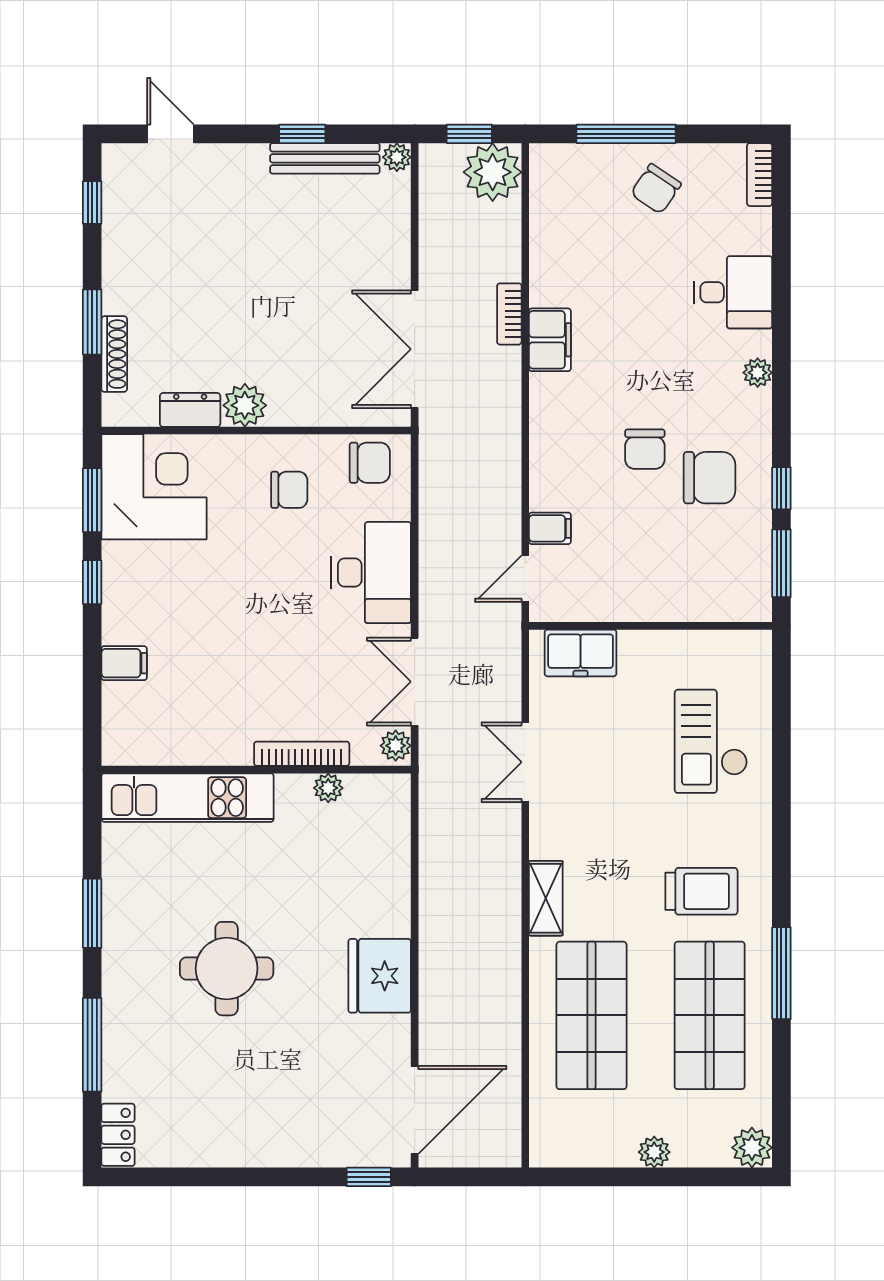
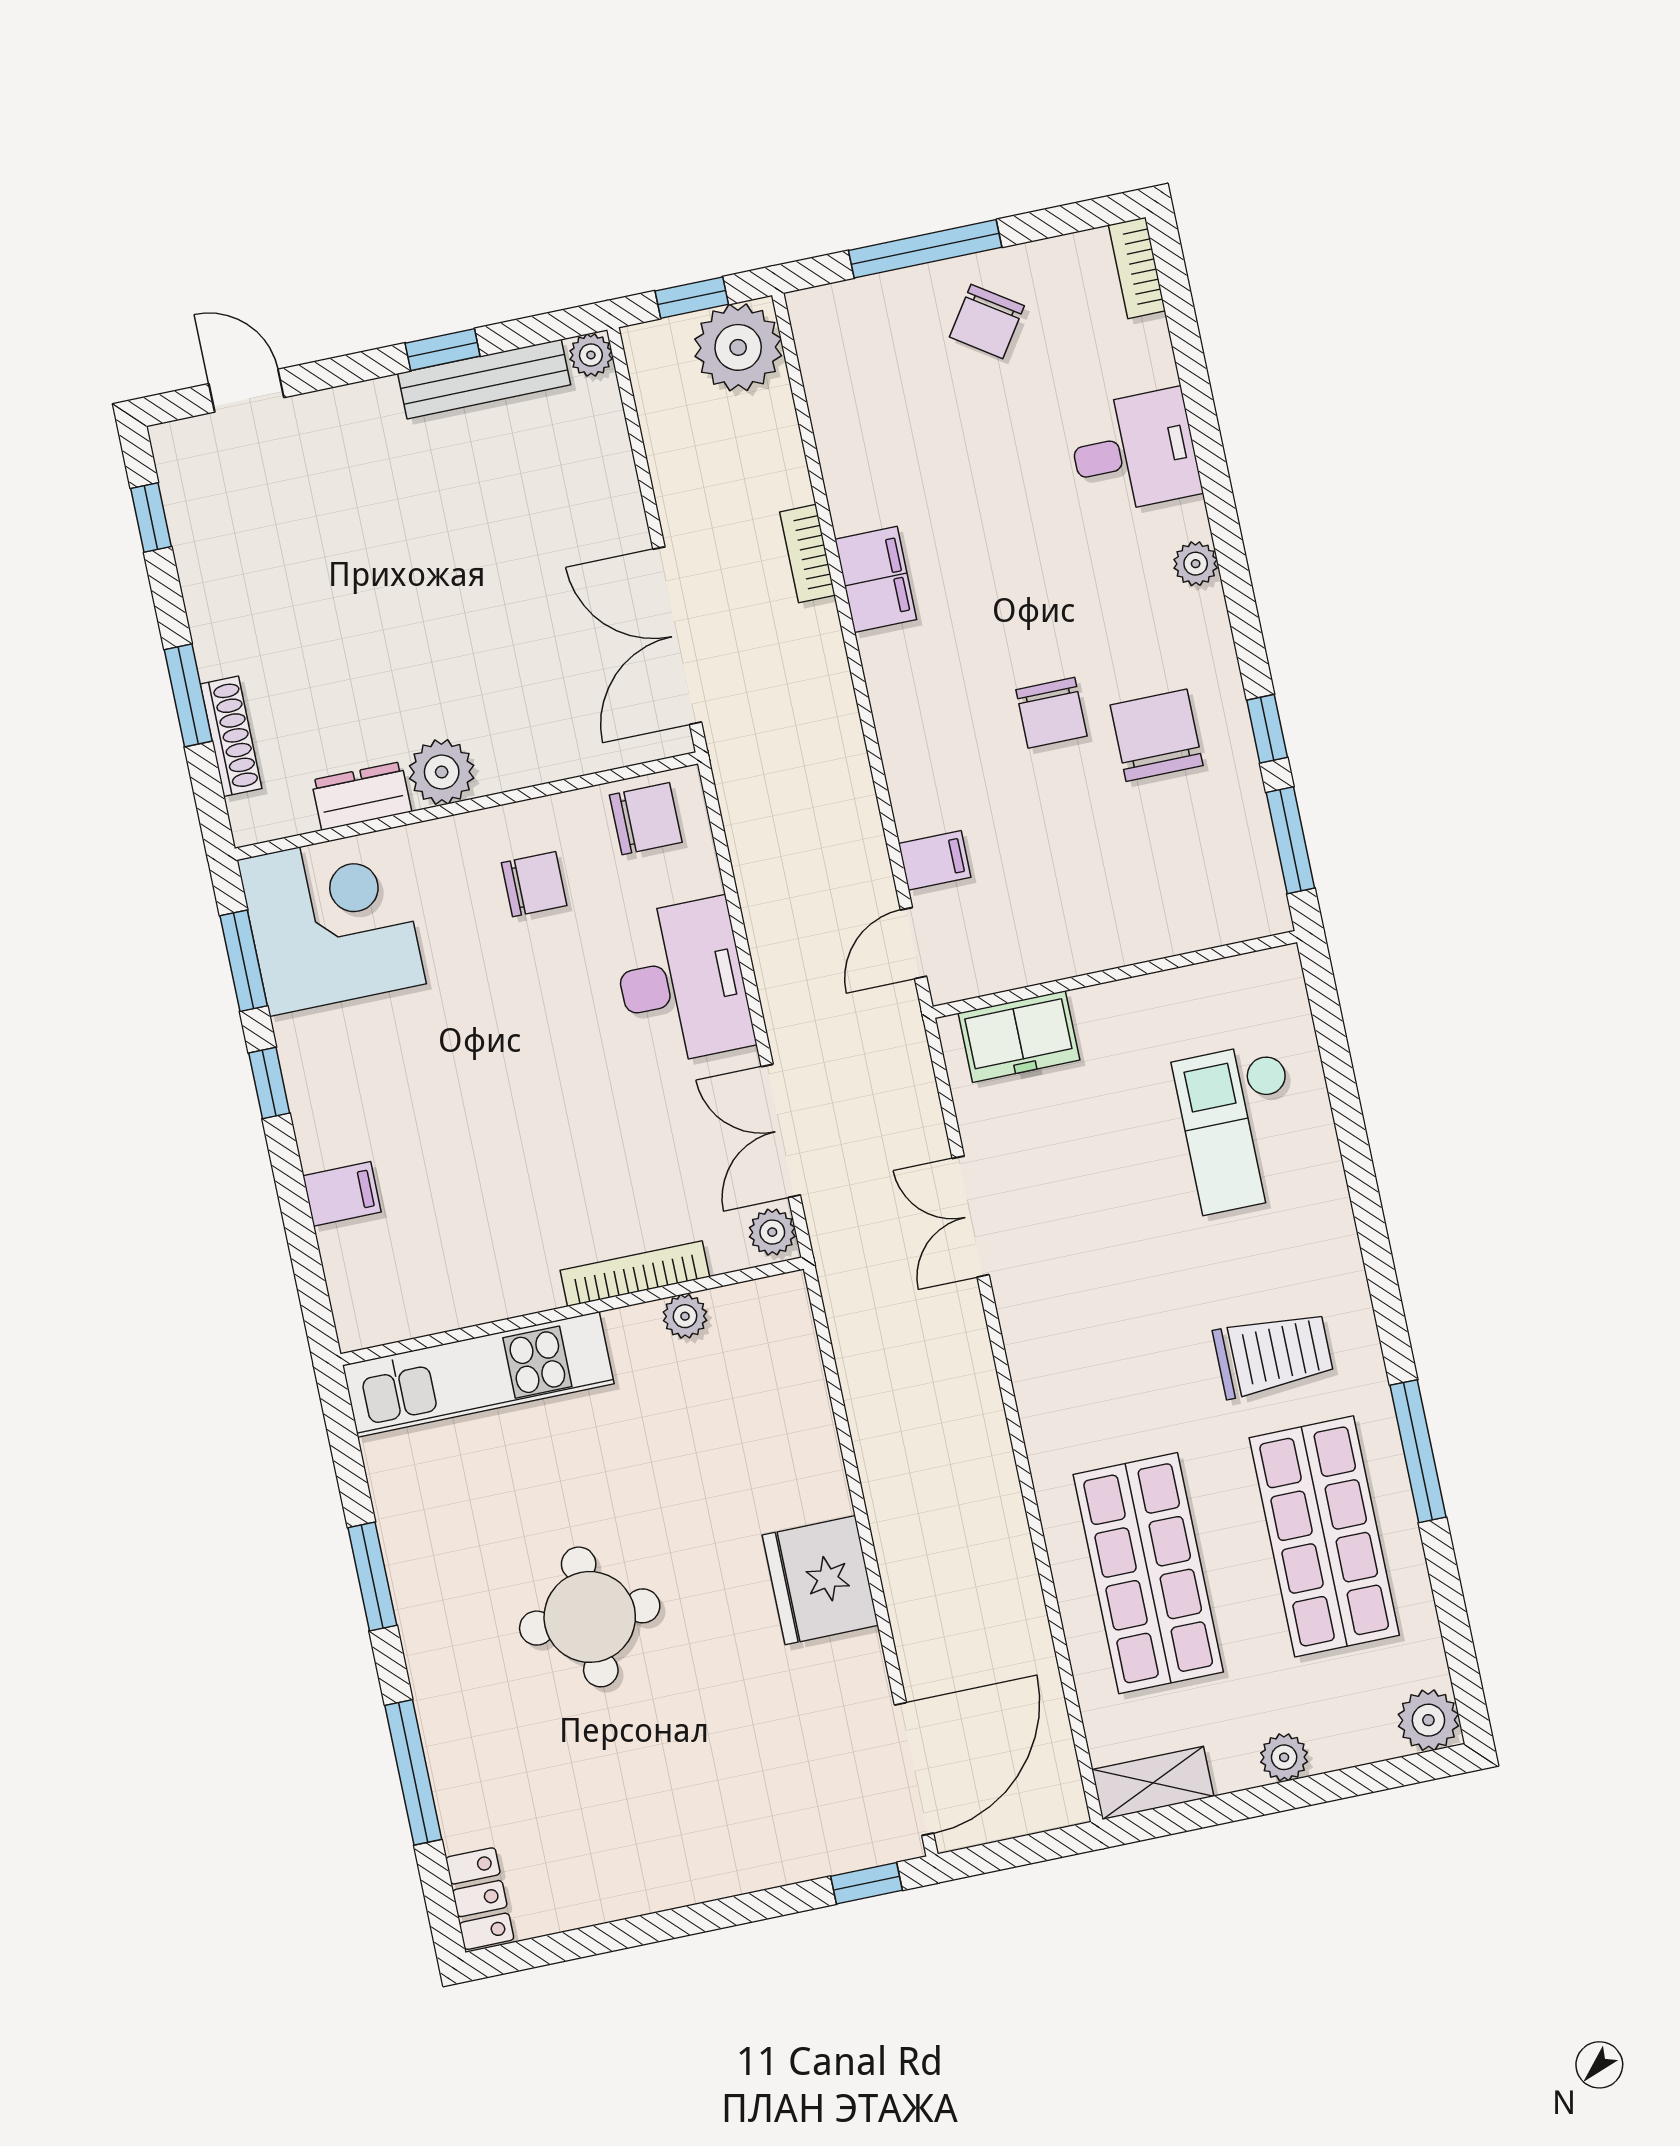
chair: (710, 478) -> (1157, 735), turned -90
shelving: (546, 898) -> (1153, 1783), moved, turned 90

